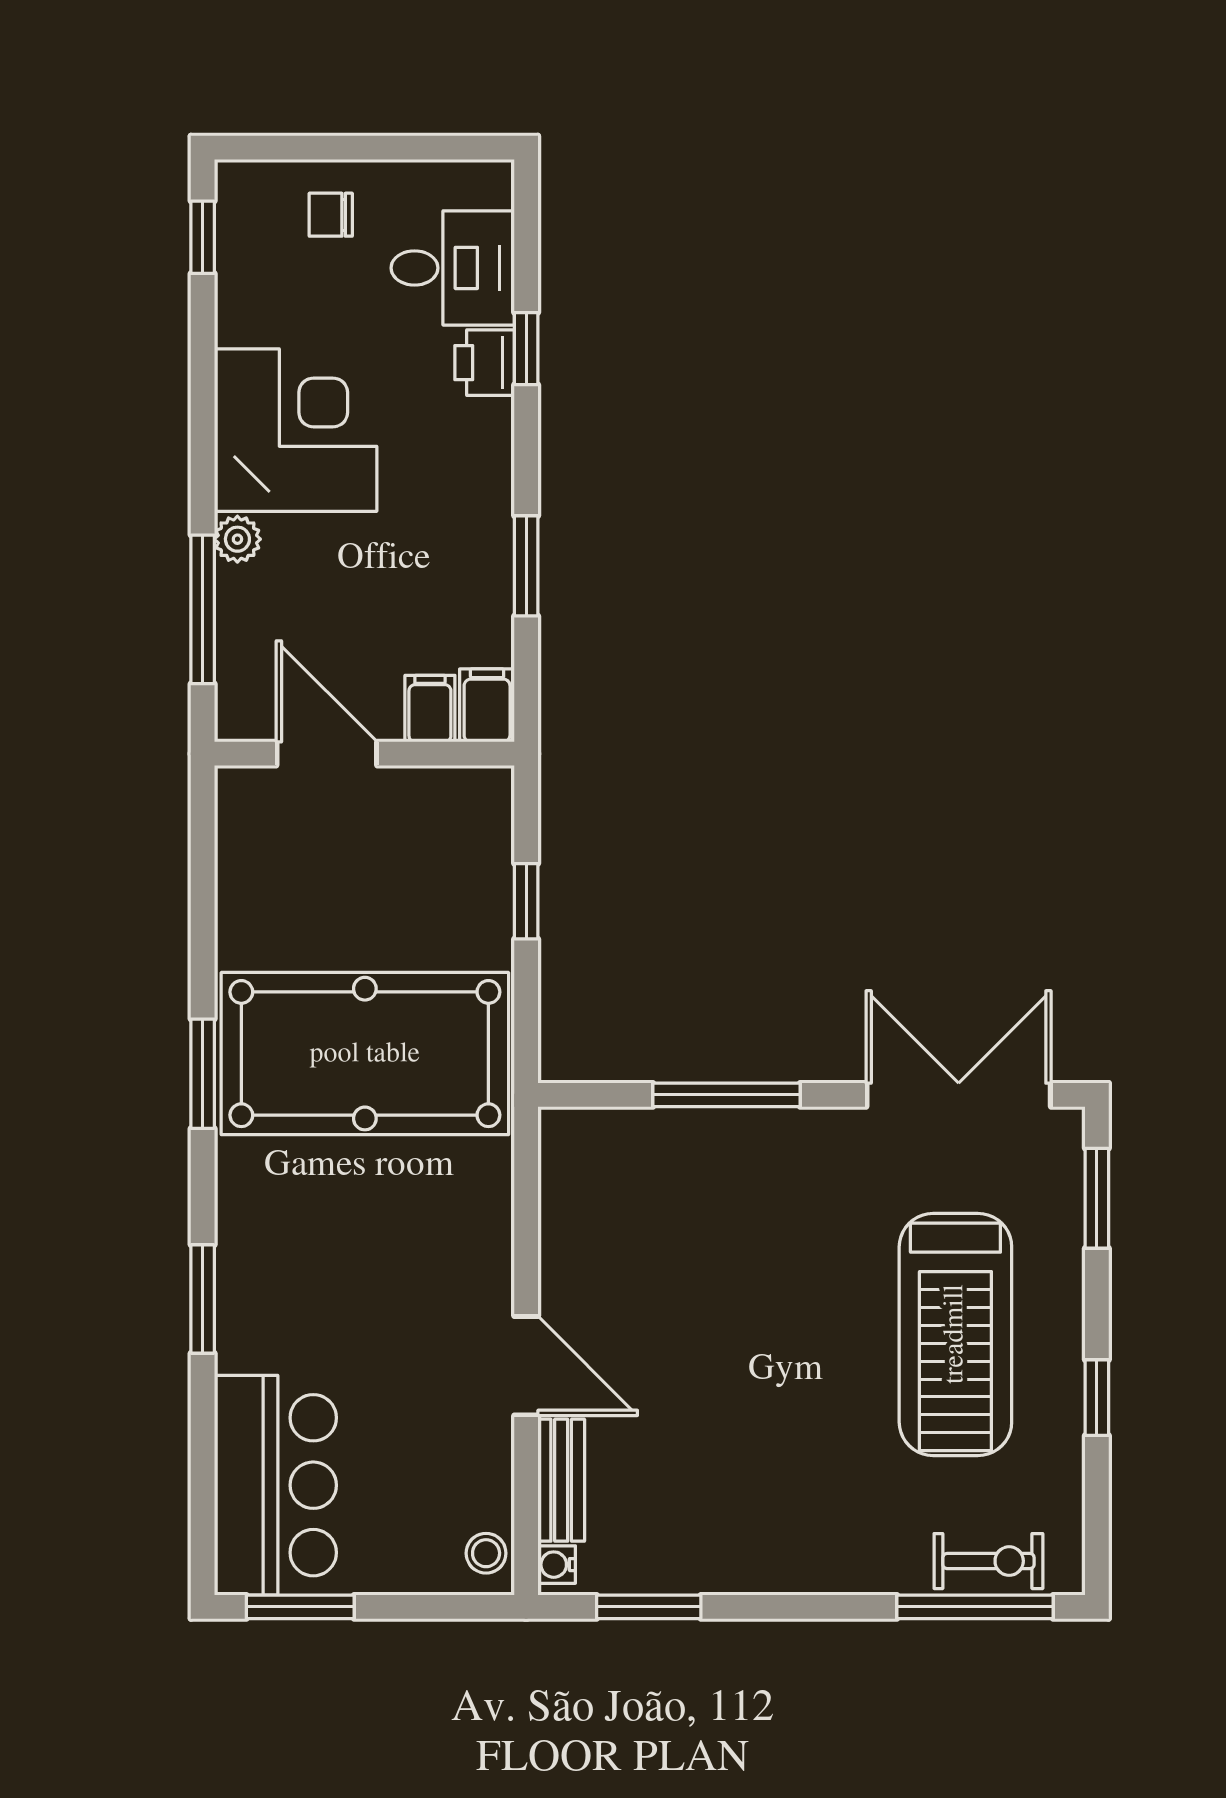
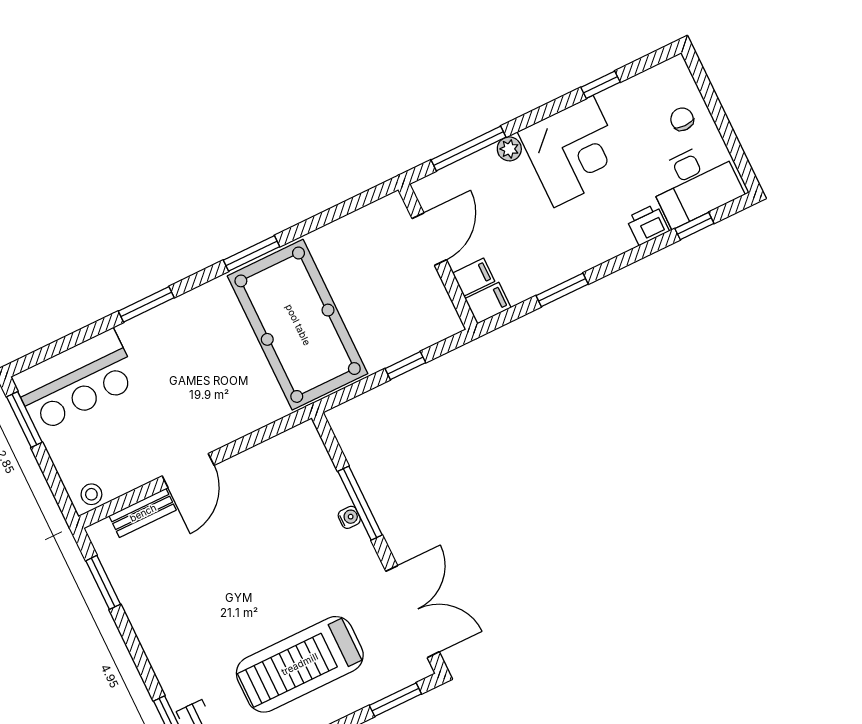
window: (203, 237) -> (601, 85), moved
desk: (453, 268) -> (695, 183), width x1.37
window: (526, 349) -> (694, 226), moved
water cooler: (557, 1565) -> (349, 517), moved, turned 90

